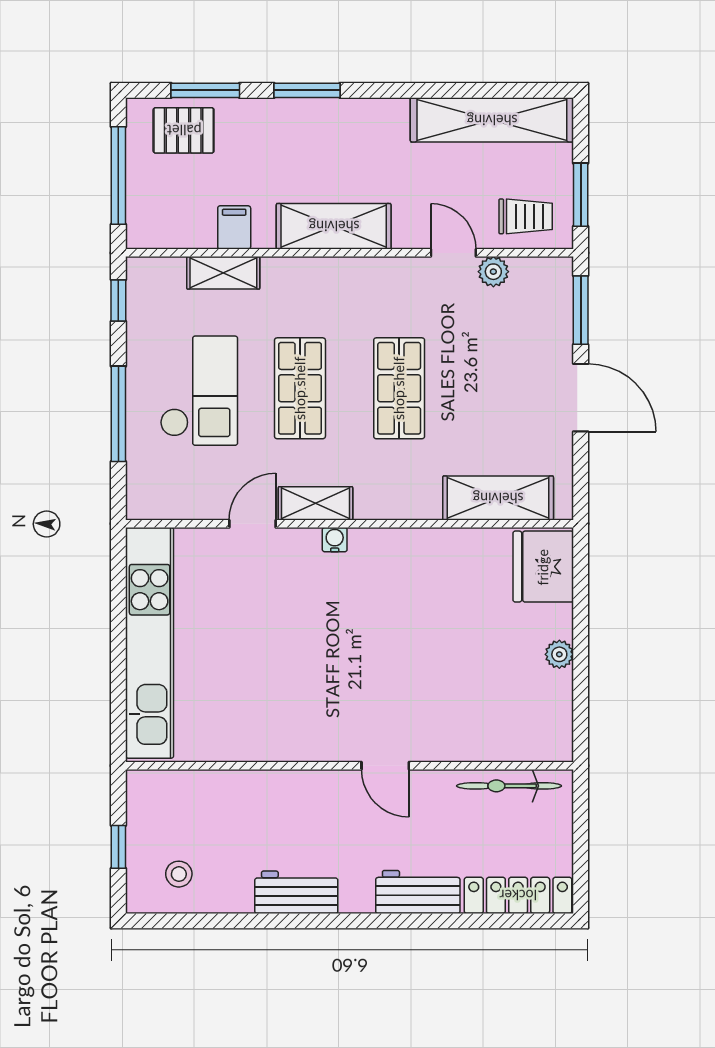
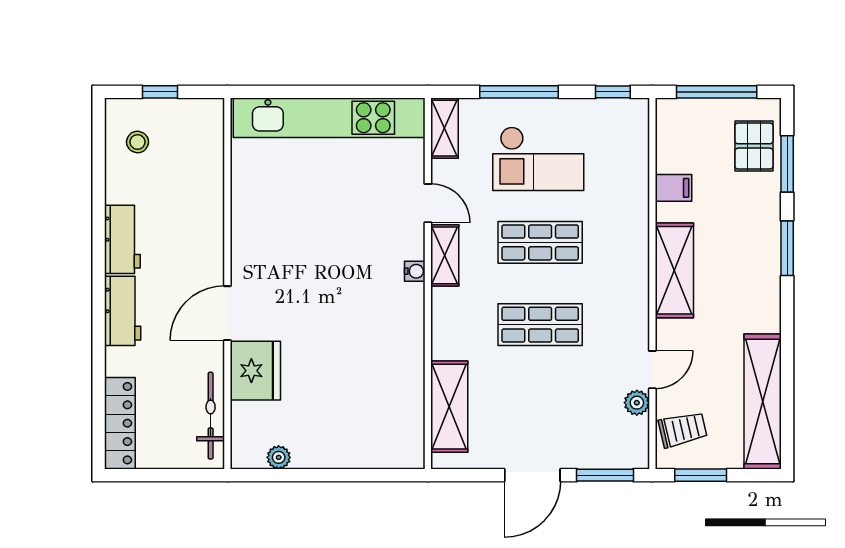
trolley: (526, 216) -> (683, 429), turned -103
shelving: (223, 273) -> (444, 128), moved
fridge: (543, 567) -> (255, 371), moved, turned 90
plant: (559, 654) -> (279, 457), moved
door: (385, 766) -> (227, 313), width x1.38
workbench: (418, 892) -> (123, 311), moved

